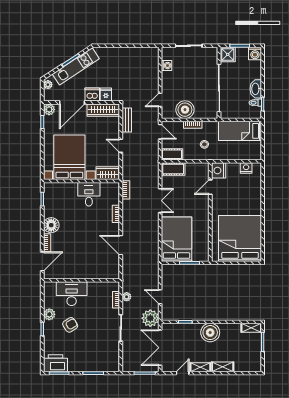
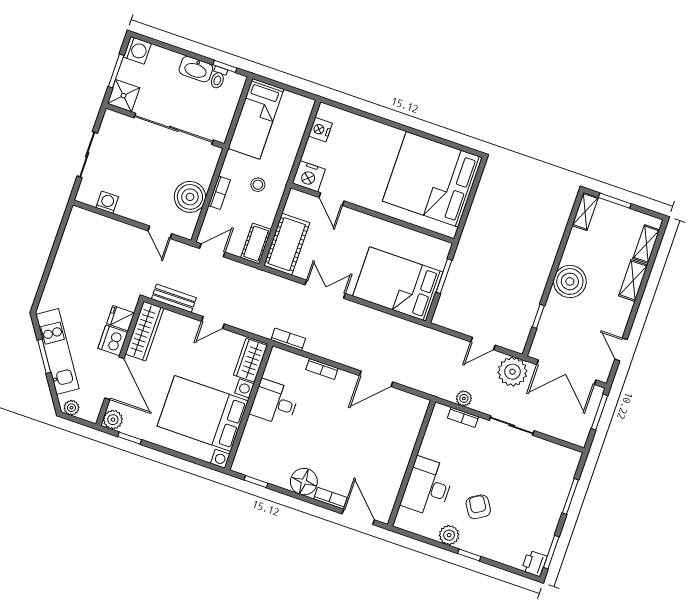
cot: (173, 169) -> (287, 244), width x1.37, depth x1.34
printer: (55, 363) -> (534, 563), width x0.53, depth x0.68
shelving: (200, 367) -> (646, 244), moved

